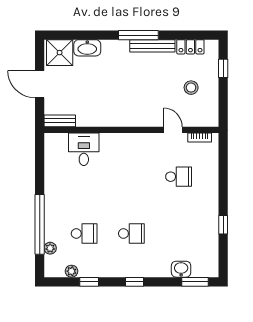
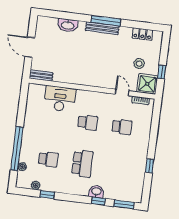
bench: (152, 46) -> (102, 28), moved
shower: (60, 53) -> (147, 84), moved
window: (223, 68) -> (162, 72), moved
desk: (84, 149) -> (60, 99), width x1.37
school desk: (131, 177) -> (88, 122), added
school desk: (131, 234) -> (82, 164), width x1.85
washbasin: (181, 269) -> (96, 192), moved
window: (135, 282) -> (98, 201), moved

